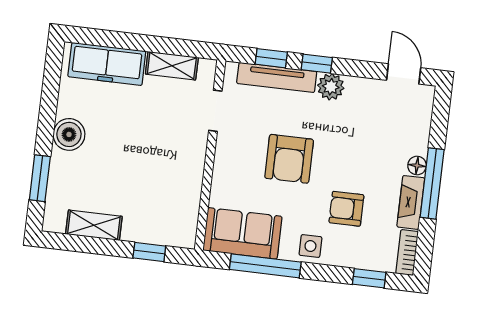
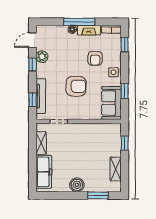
window: (317, 64) -> (33, 65), moved
plant: (331, 87) -> (42, 57), moved
window: (265, 266) -> (125, 91), width x0.46

